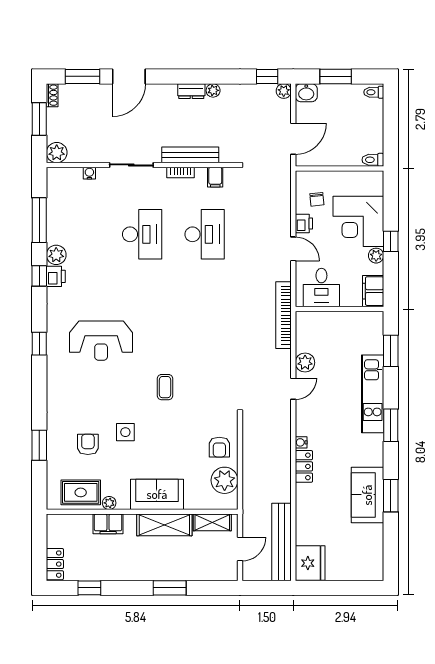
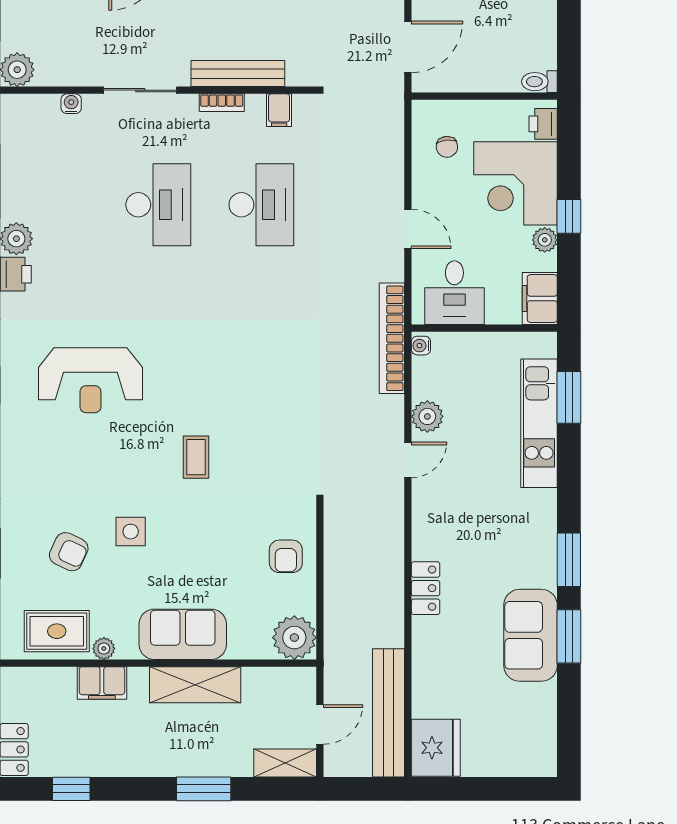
printer: (304, 224) -> (543, 124), moved, turned 180
kitchen unit: (373, 394) -> (539, 423), moved
window: (391, 425) -> (569, 560), moved
water cooler: (301, 442) -> (421, 346), moved
armchair: (88, 444) -> (69, 552), turned 115
plant: (225, 480) -> (294, 638), moved
shelving: (212, 522) -> (285, 763), moved

